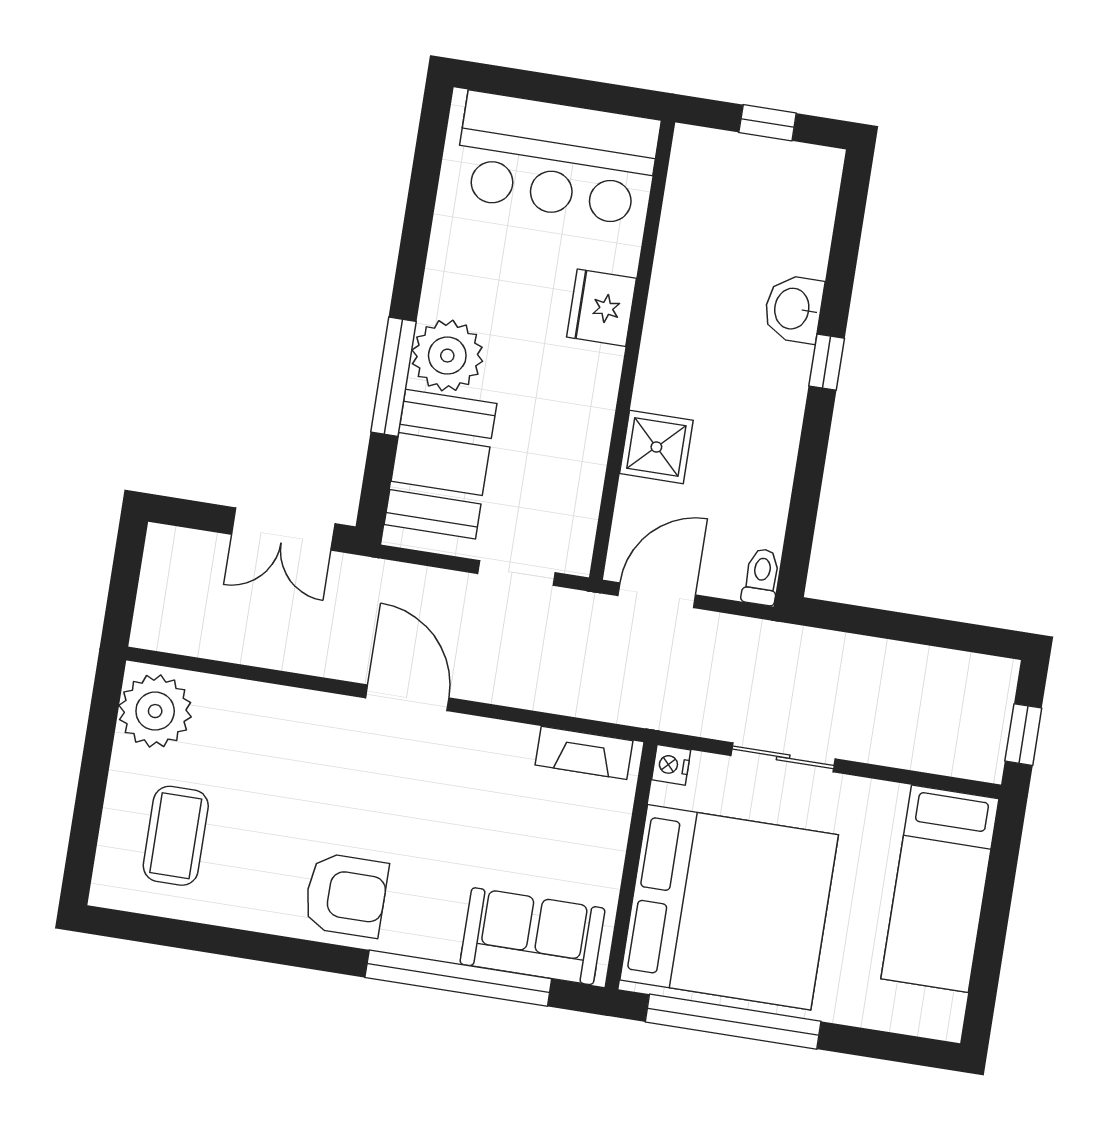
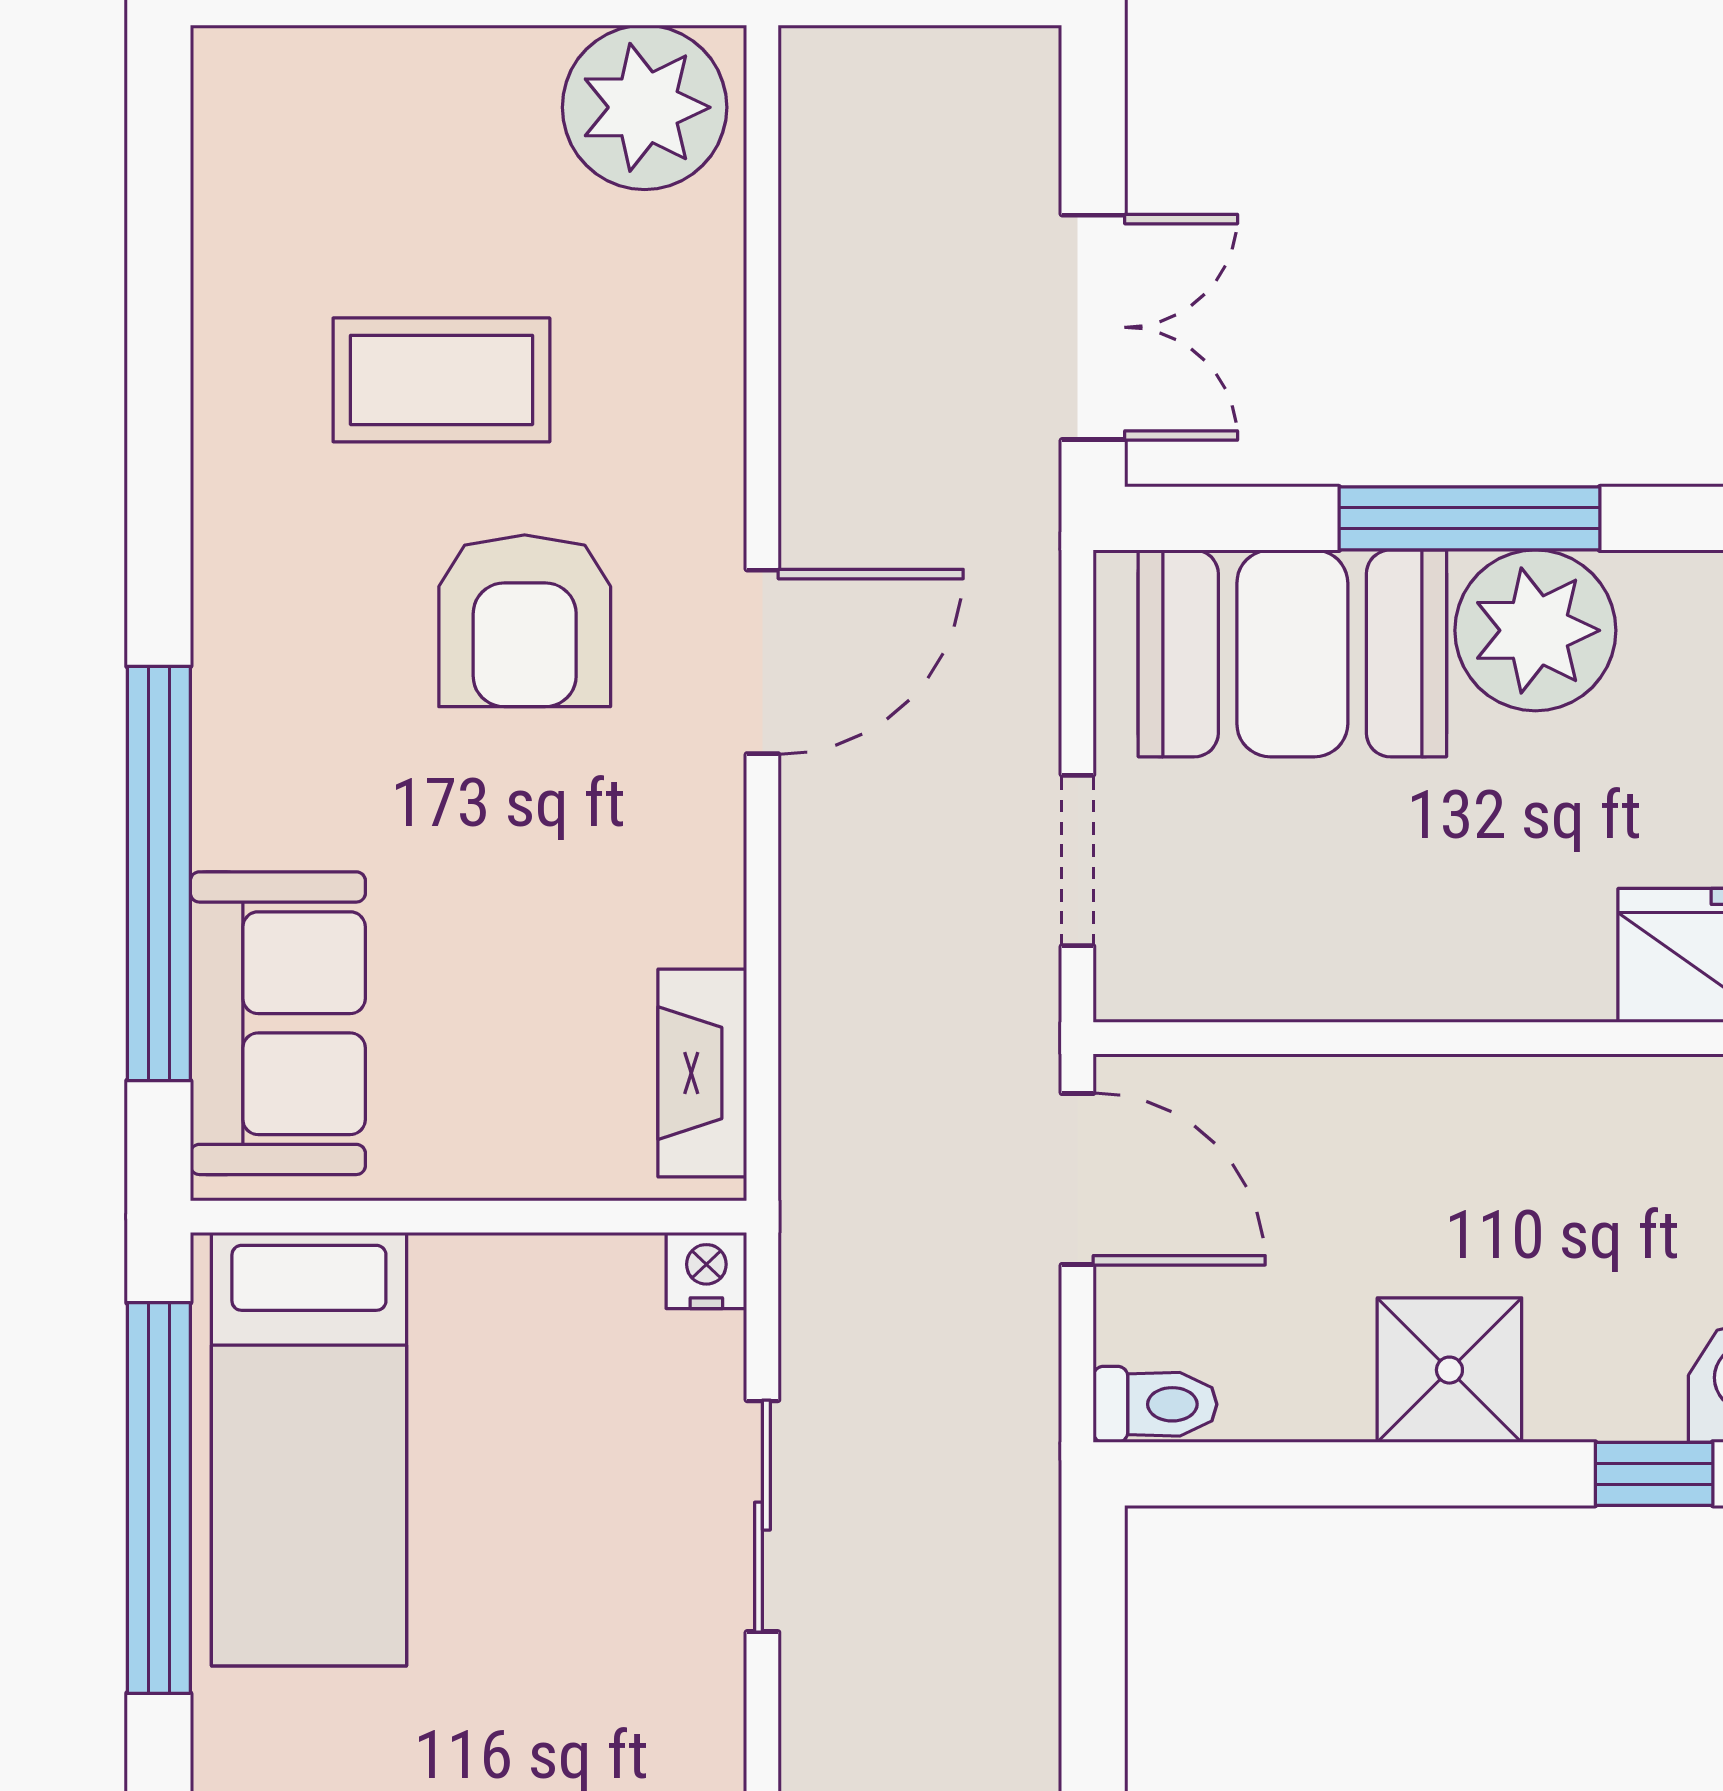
shower: (656, 447) -> (1449, 1370), moved
double door: (283, 529) -> (1093, 327), swing flipped
coffee table: (176, 836) -> (441, 380), moved
armchair: (346, 895) -> (525, 621), moved
bed: (729, 907) -> (309, 1449), width x0.49

